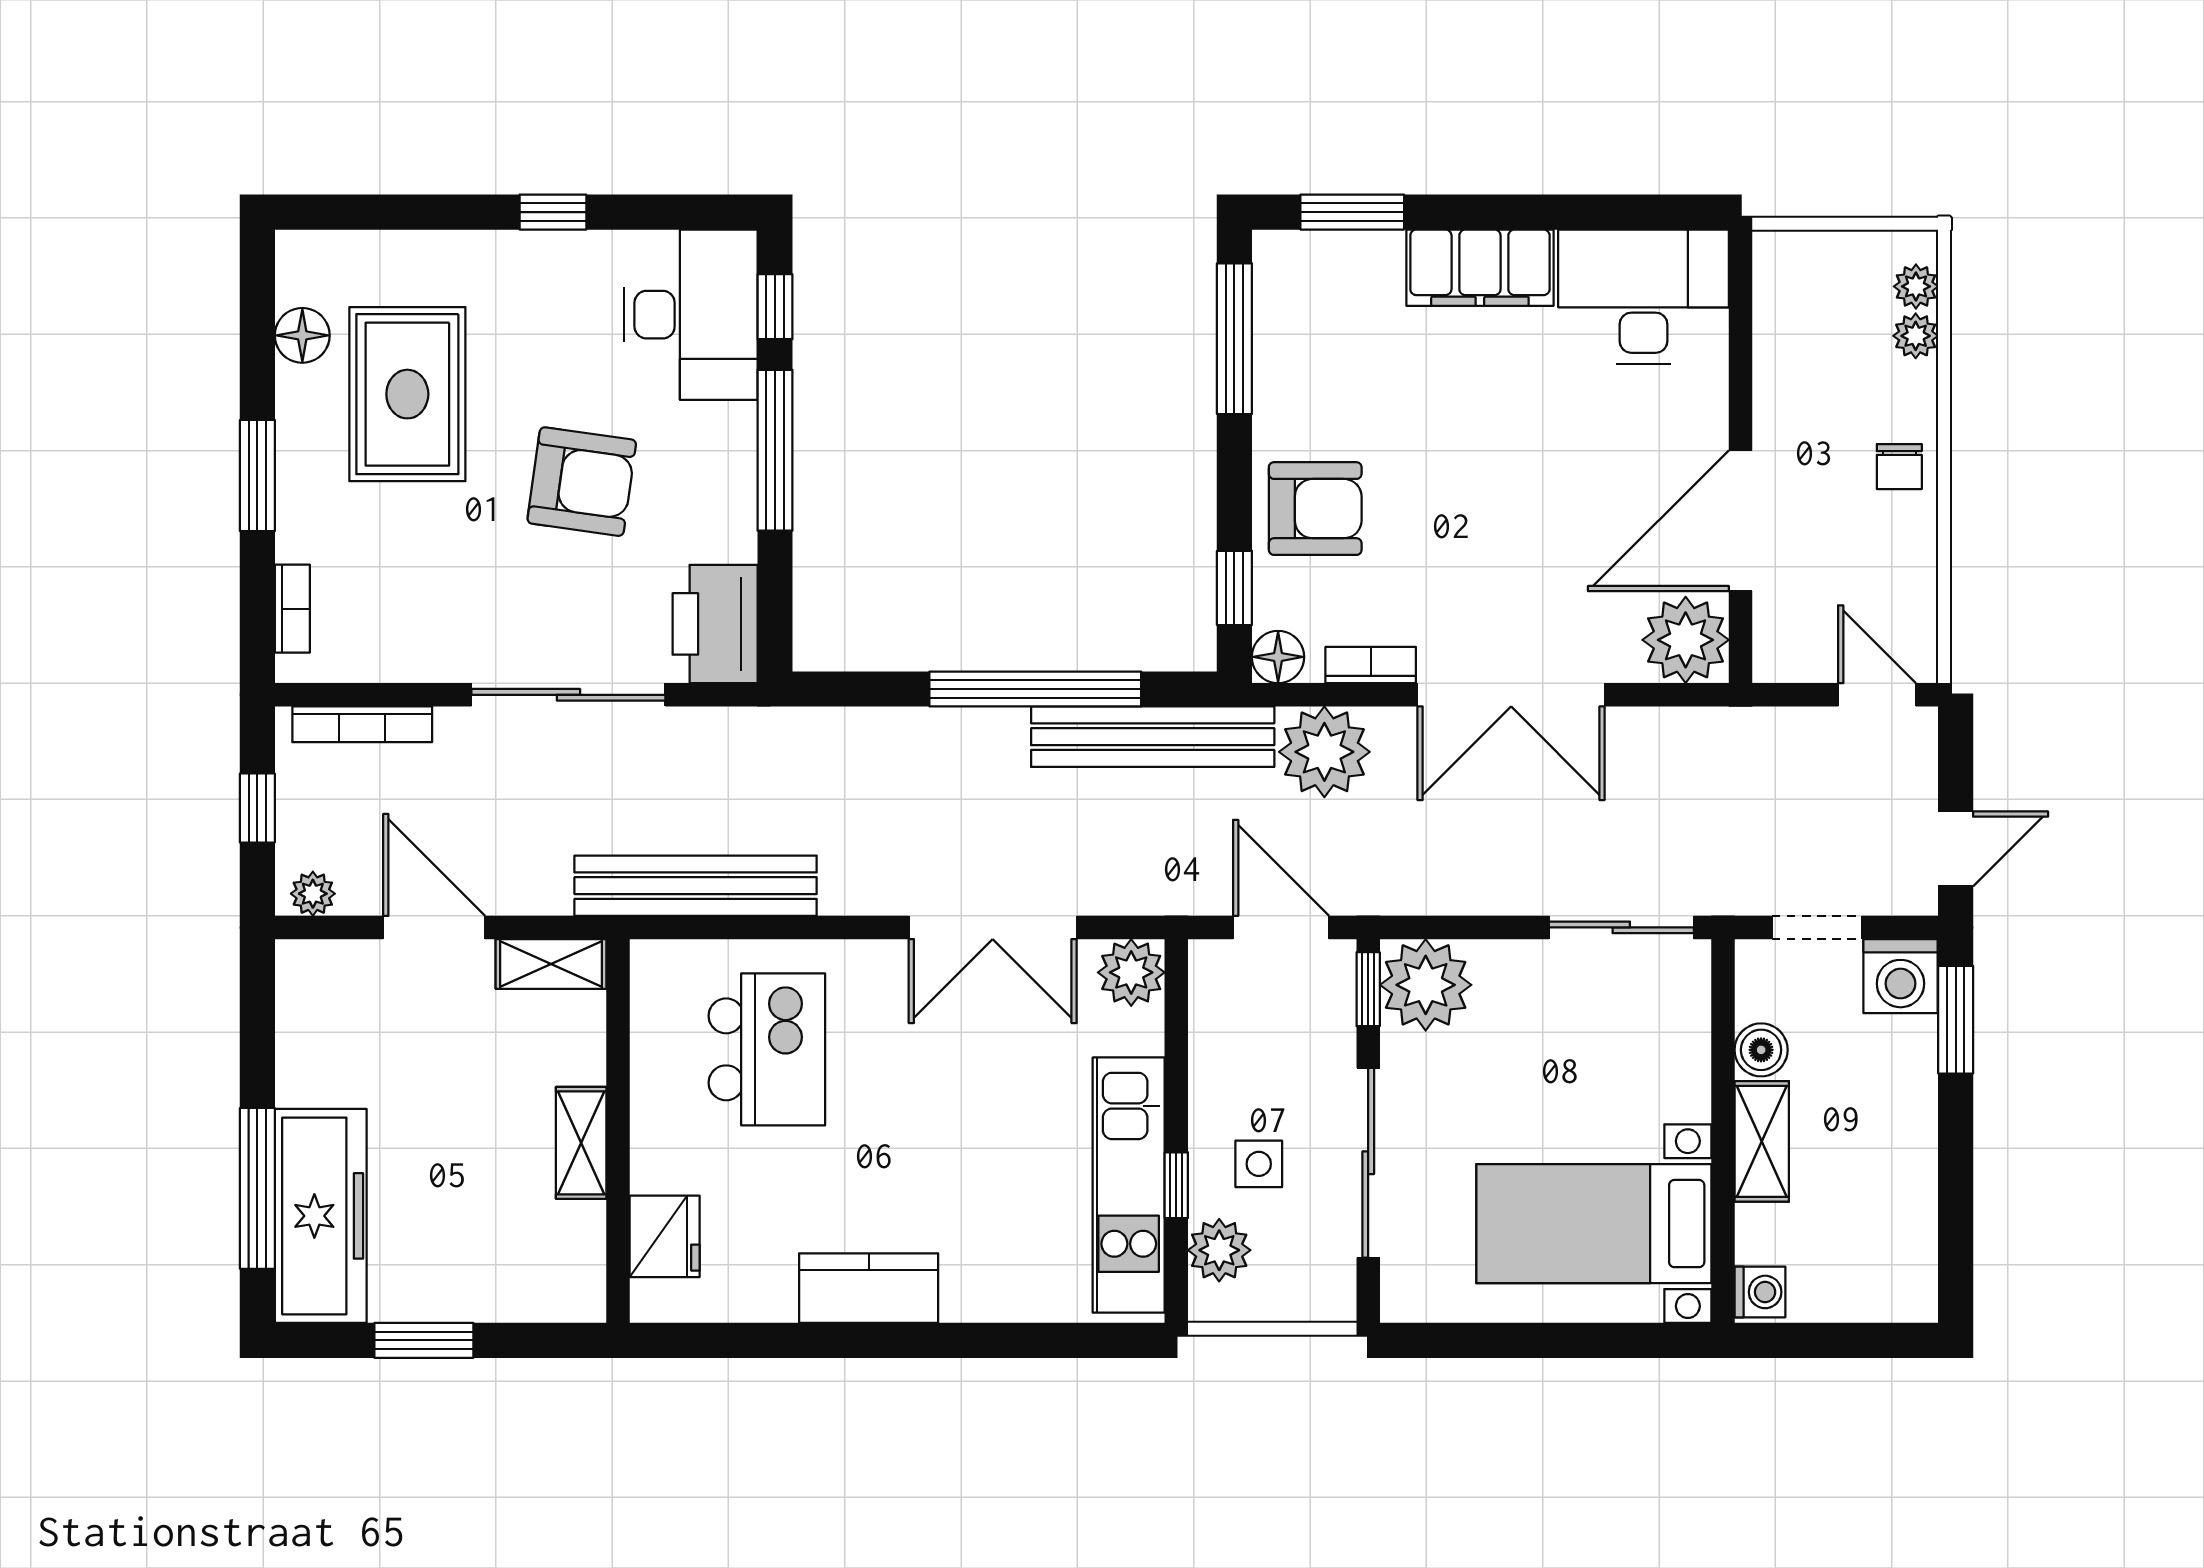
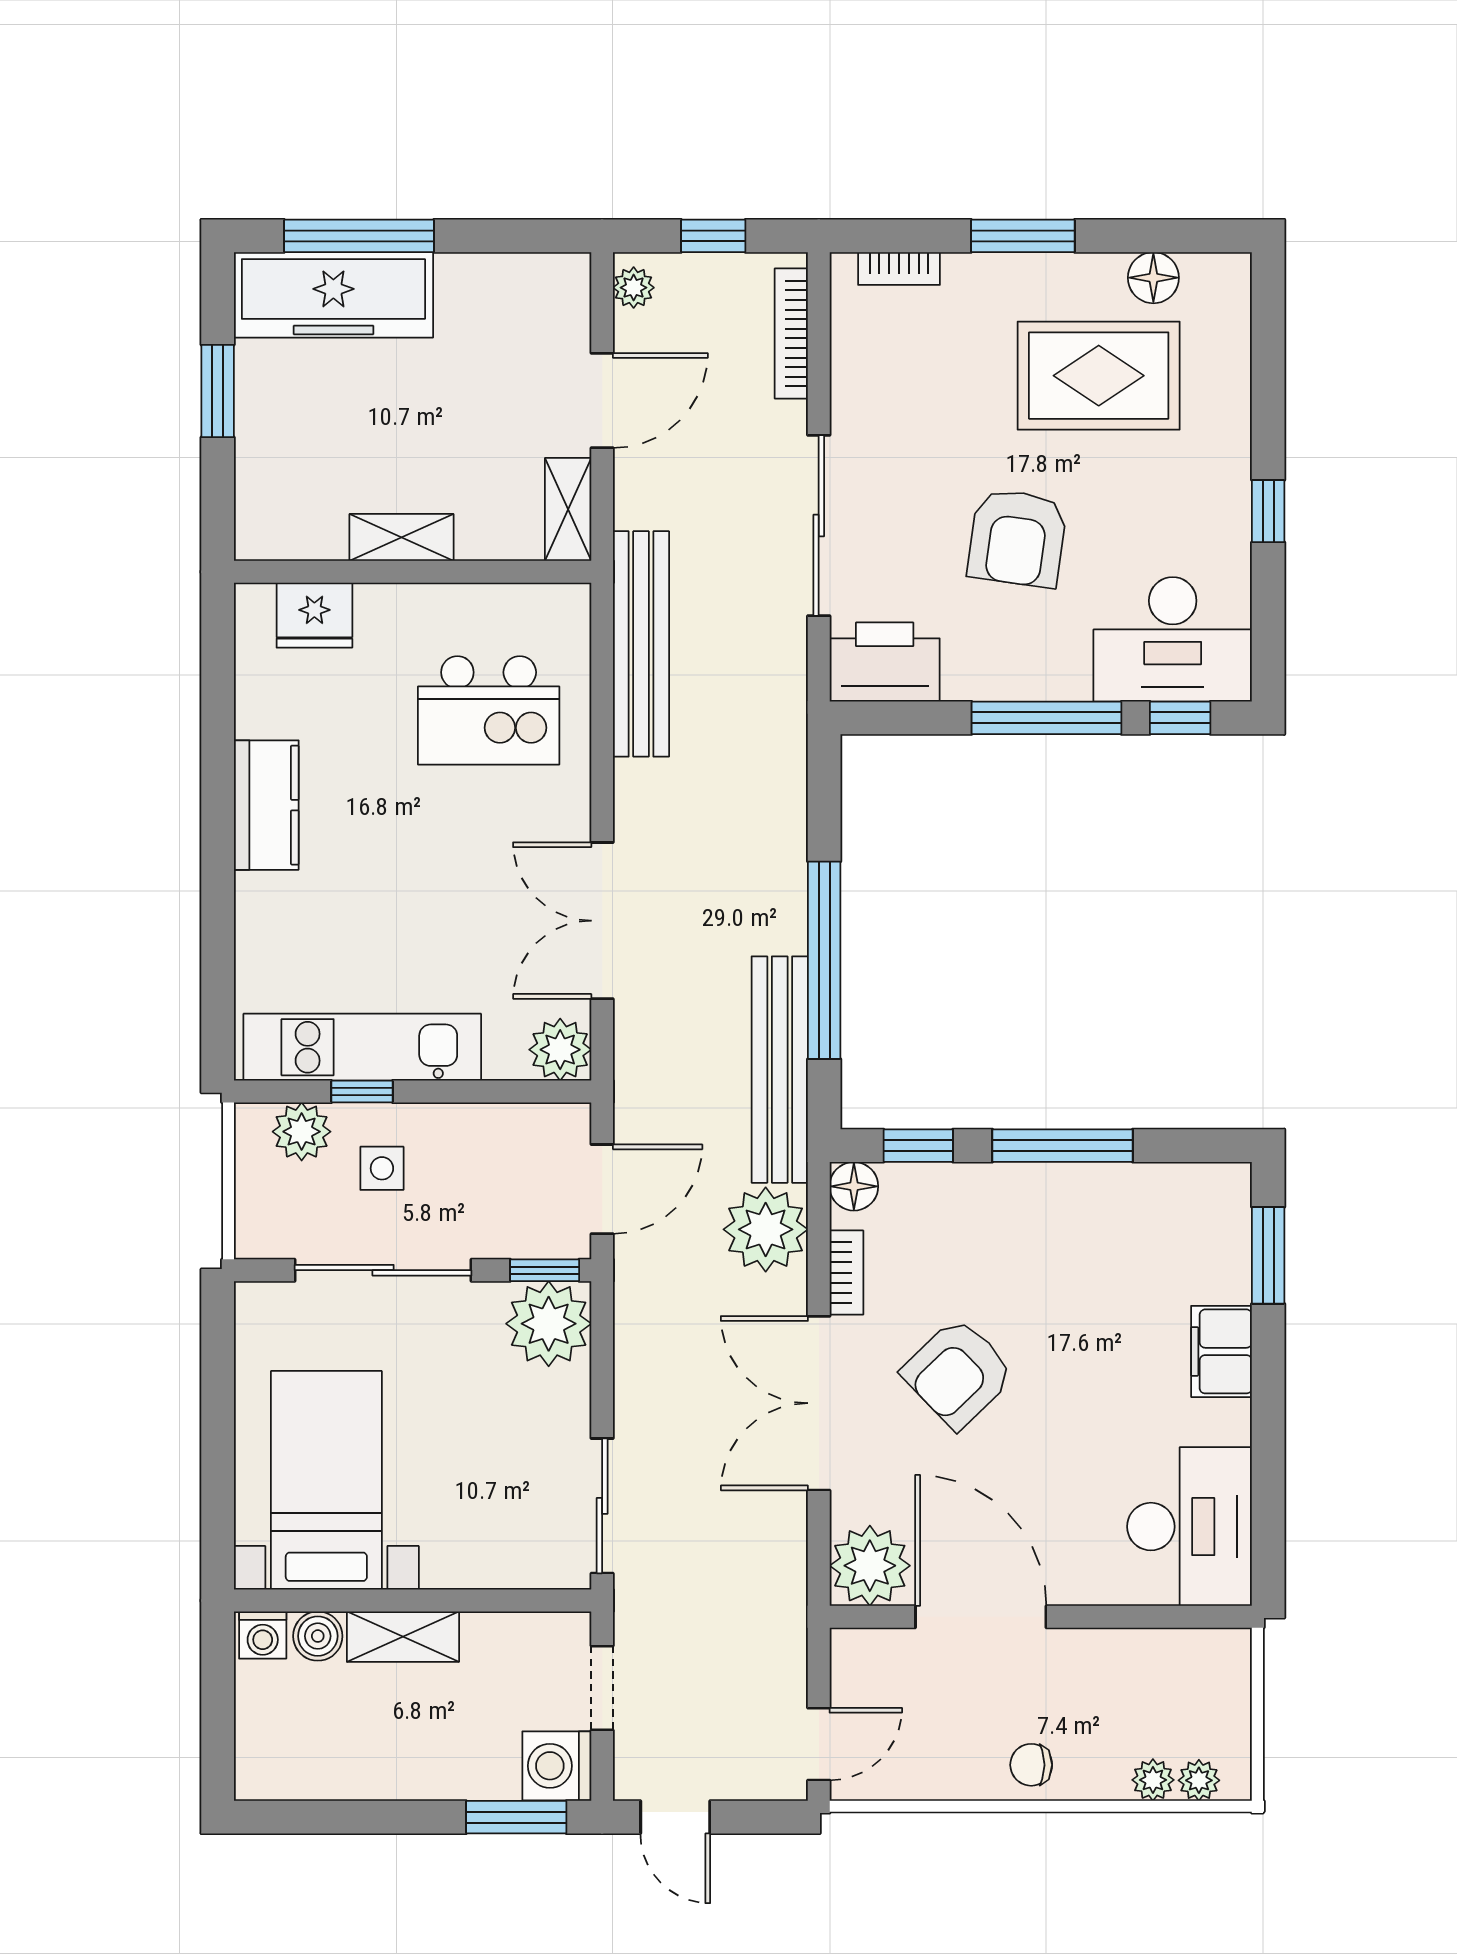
filing cabinet: (1480, 268) -> (1221, 1351), width x0.67, depth x0.86
window: (1234, 339) -> (1062, 1146), moved
armchair: (1315, 509) -> (958, 1373), moved, turned 46
boiler: (1761, 1050) -> (318, 1636), moved

